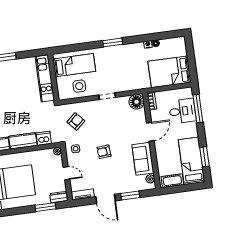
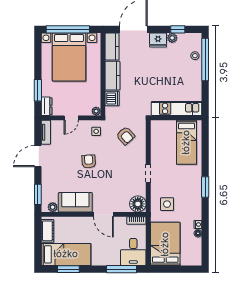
side table: (79, 86) -> (167, 204), moved
desk: (182, 111) -> (133, 252), moved
window: (130, 195) -> (38, 194), moved

